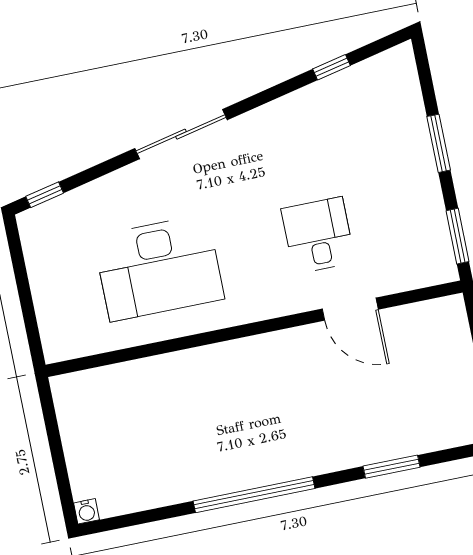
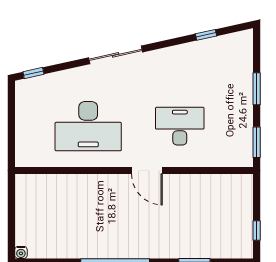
desk: (318, 235) -> (180, 126), width x1.37
door: (350, 309) -> (147, 170), moved

